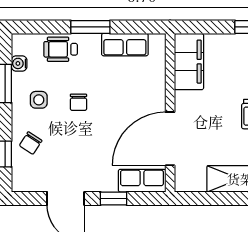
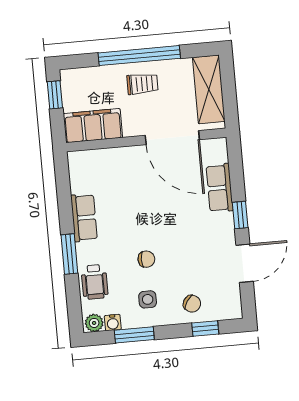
plant: (20, 45) -> (94, 323), added
filing cabinet: (189, 62) -> (93, 126), moved
wall: (170, 113) -> (146, 140), moved
door: (170, 139) -> (172, 138), moved

